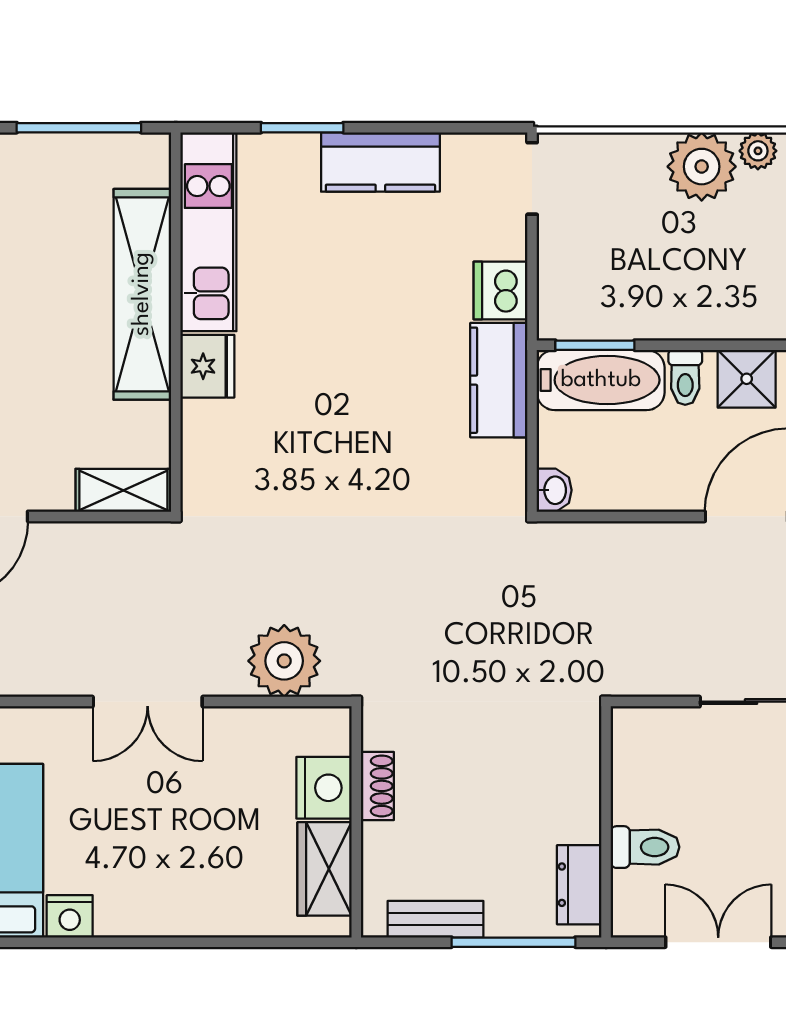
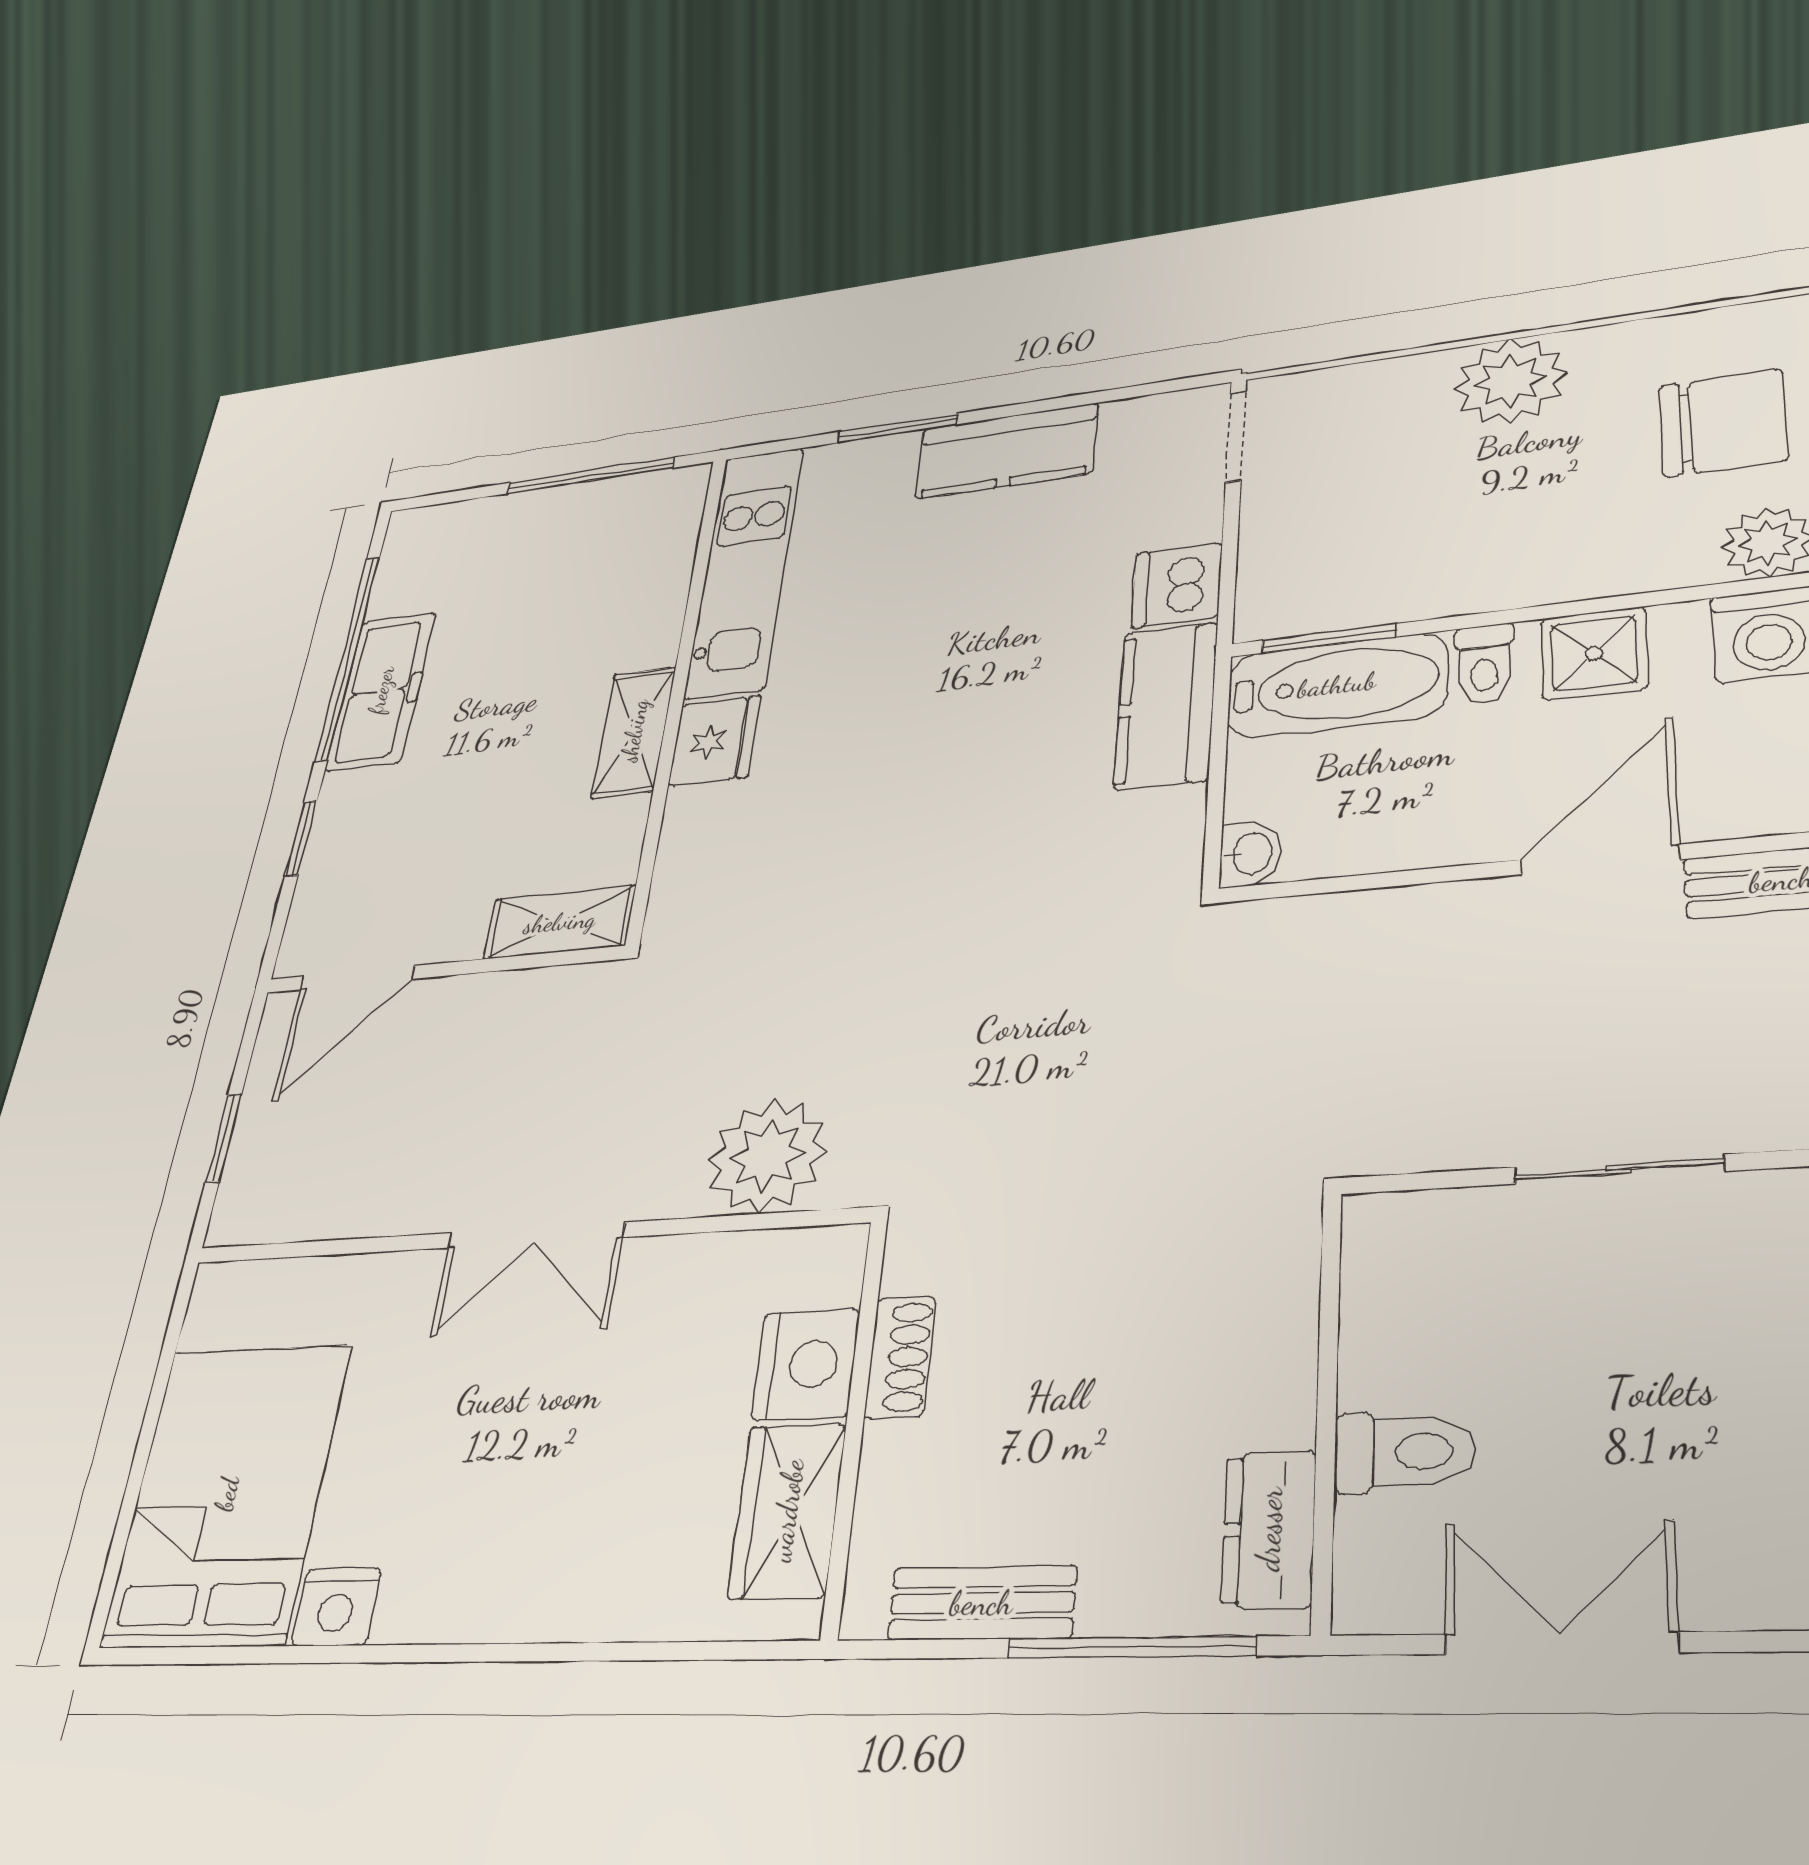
plant: (758, 151) -> (1604, 348), removed
shelving: (142, 294) -> (634, 732), width x0.45, depth x0.75

